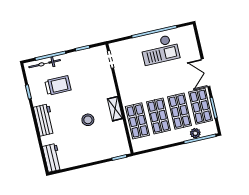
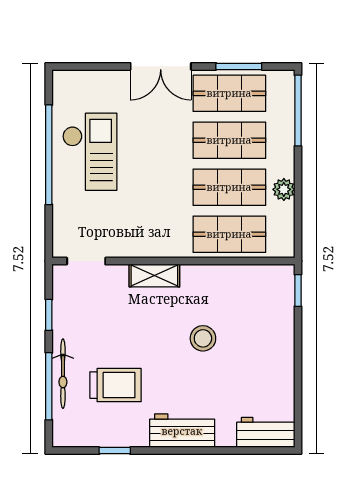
bicycle: (45, 64) -> (63, 374), moved
trolley: (58, 85) -> (115, 385), turned 90
shelving: (115, 109) -> (154, 276), moved
plant: (195, 133) -> (284, 189), moved

